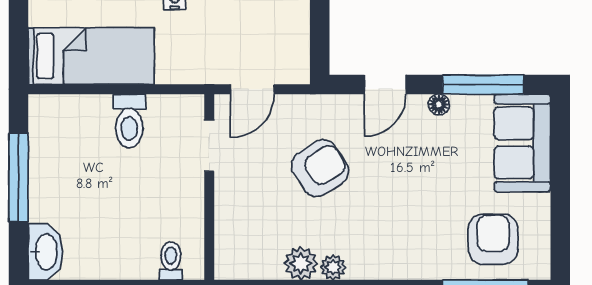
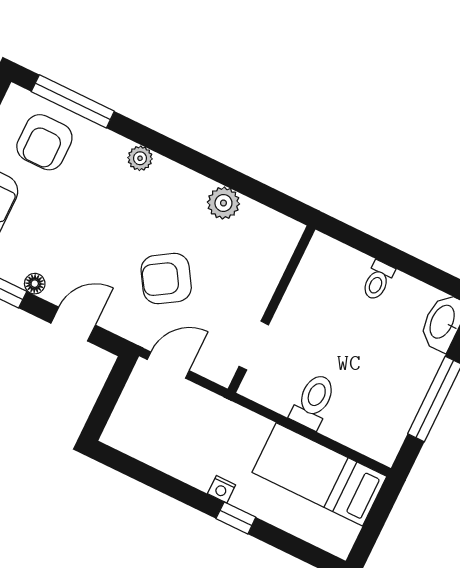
door: (252, 89) -> (168, 365), moved
toilet: (171, 261) -> (378, 281), moved
plant: (333, 267) -> (140, 158), moved

